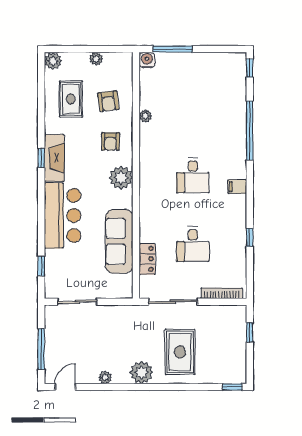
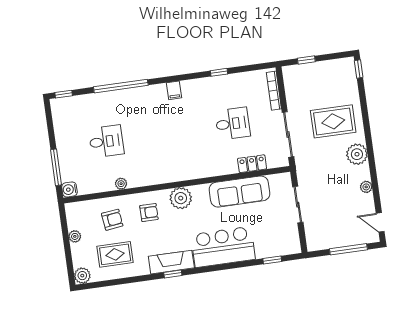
desk: (193, 175) -> (106, 141), moved
sliding door: (77, 302) -> (298, 205), moved

